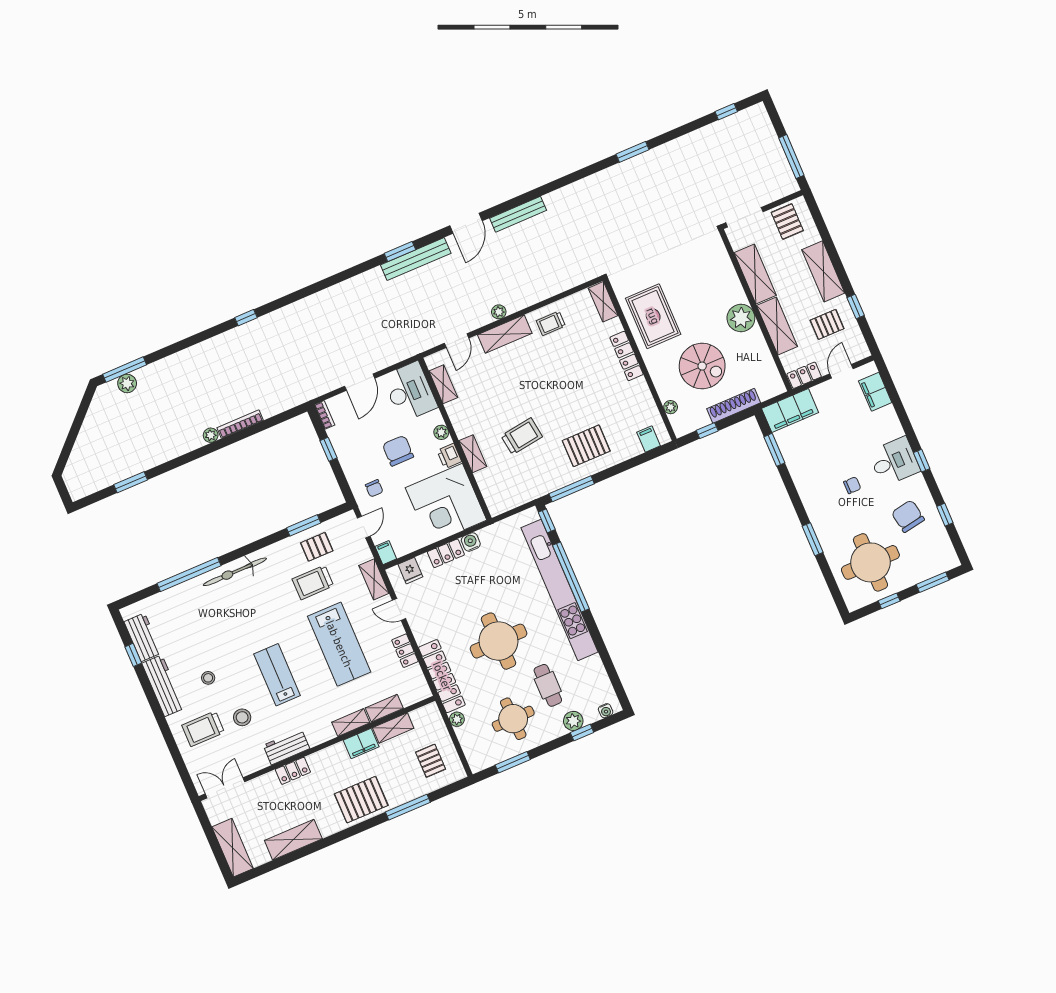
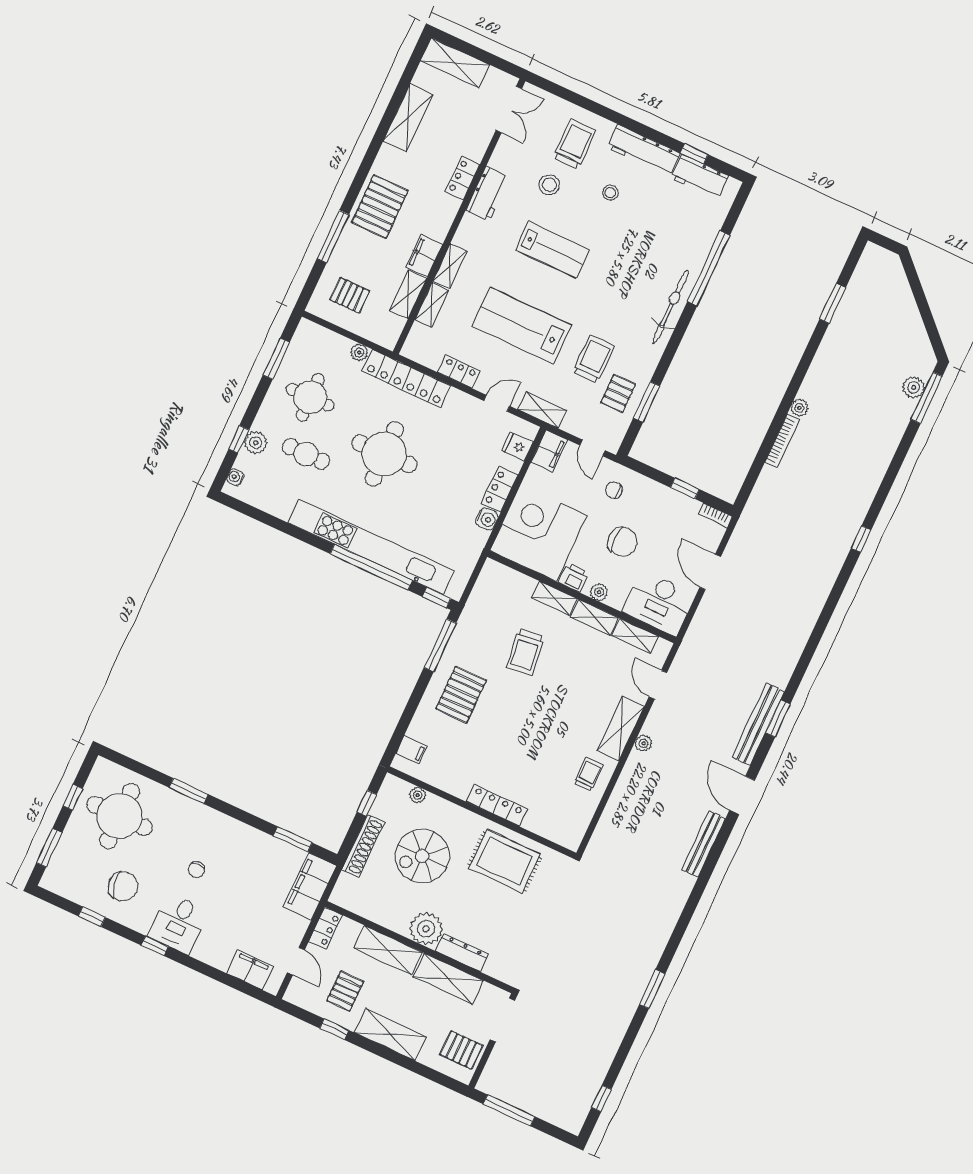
dresser: (732, 282) -> (462, 953), added
shelving: (603, 302) -> (594, 617), moved
filing cabinet: (386, 553) -> (549, 451), width x2.00

